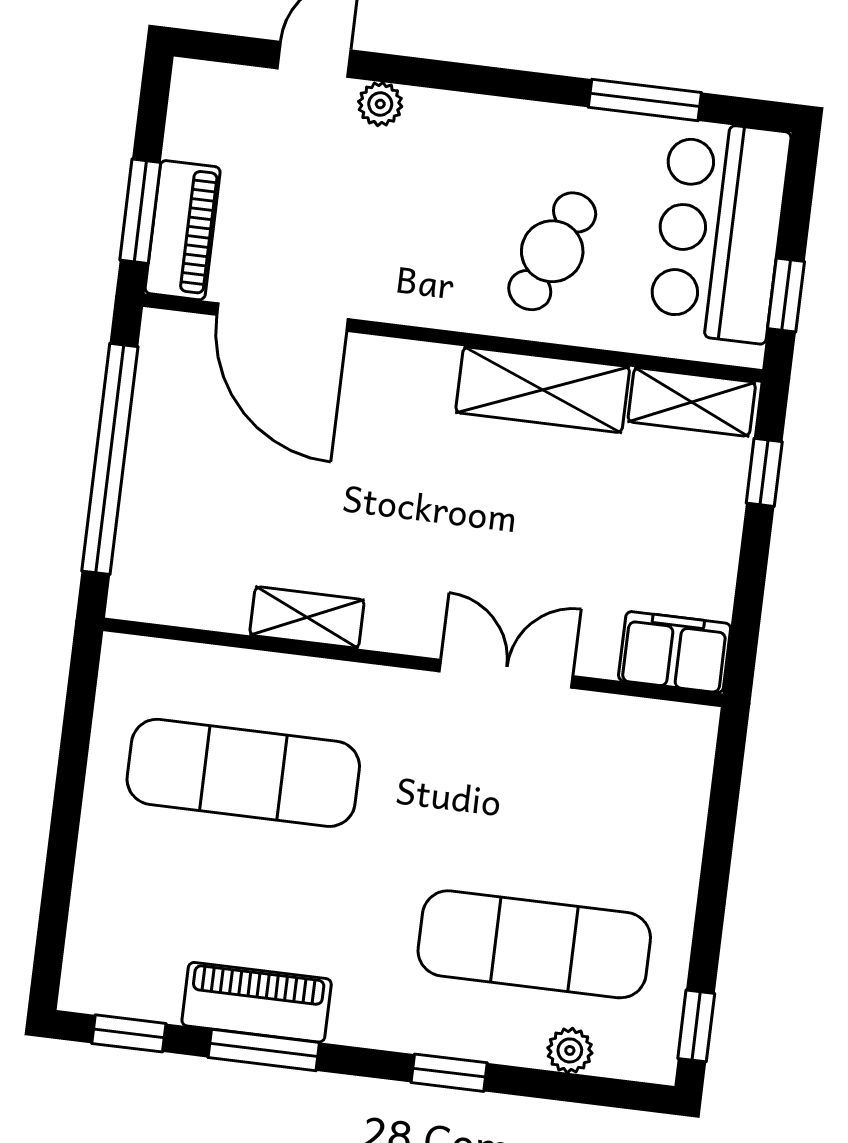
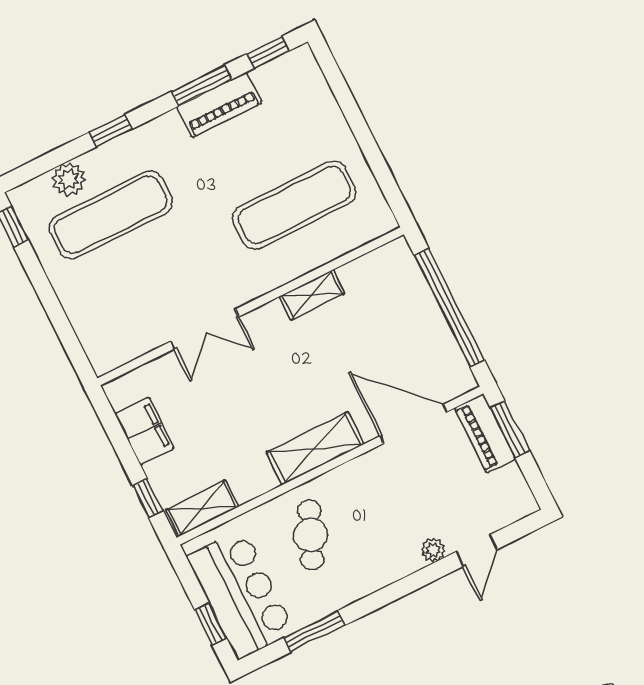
window: (786, 295) -> (211, 624), moved
shelving: (543, 390) -> (315, 448), moved
filing cabinet: (675, 652) -> (145, 431), moved, turned -90
plant: (570, 1050) -> (69, 179), width x1.38, depth x1.38

